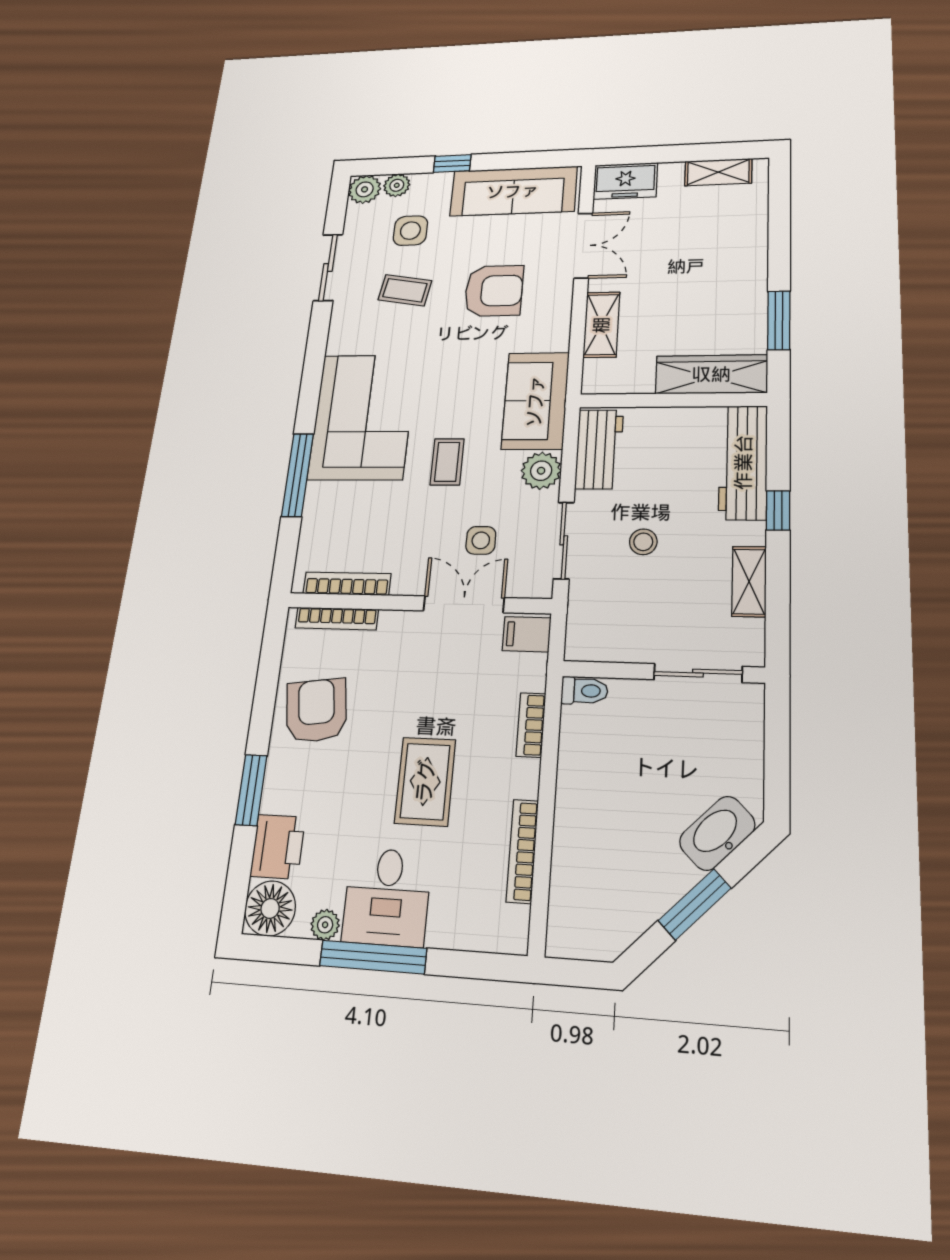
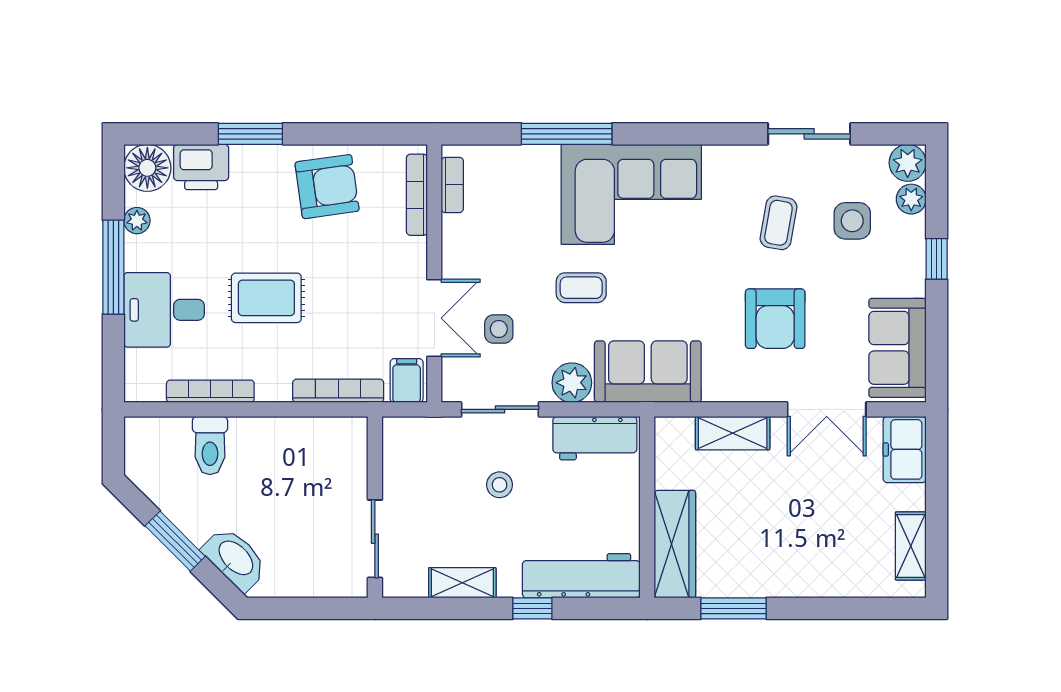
sofa: (513, 191) -> (898, 348), width x0.73
bookcase: (347, 584) -> (452, 185), width x0.64
toilet: (584, 691) -> (210, 446), moved, width x1.37, depth x1.39
bookcase: (531, 725) -> (338, 391), width x1.56
desk: (387, 897) -> (164, 310), moved

